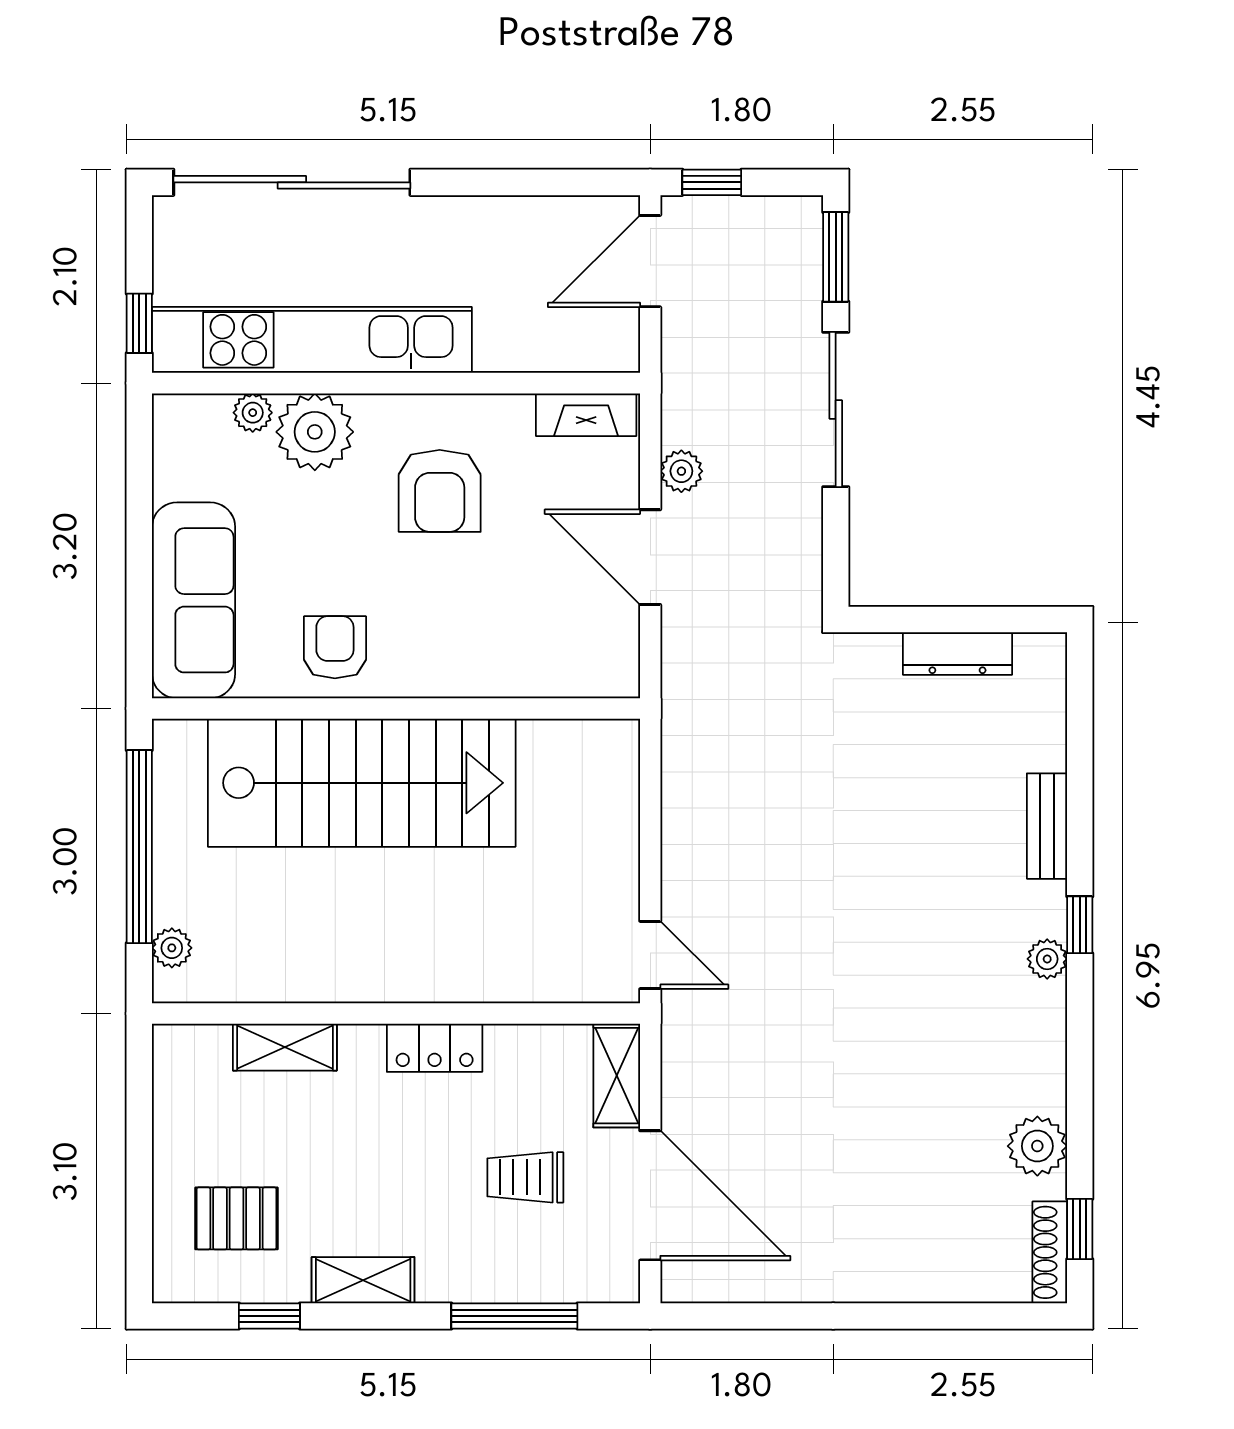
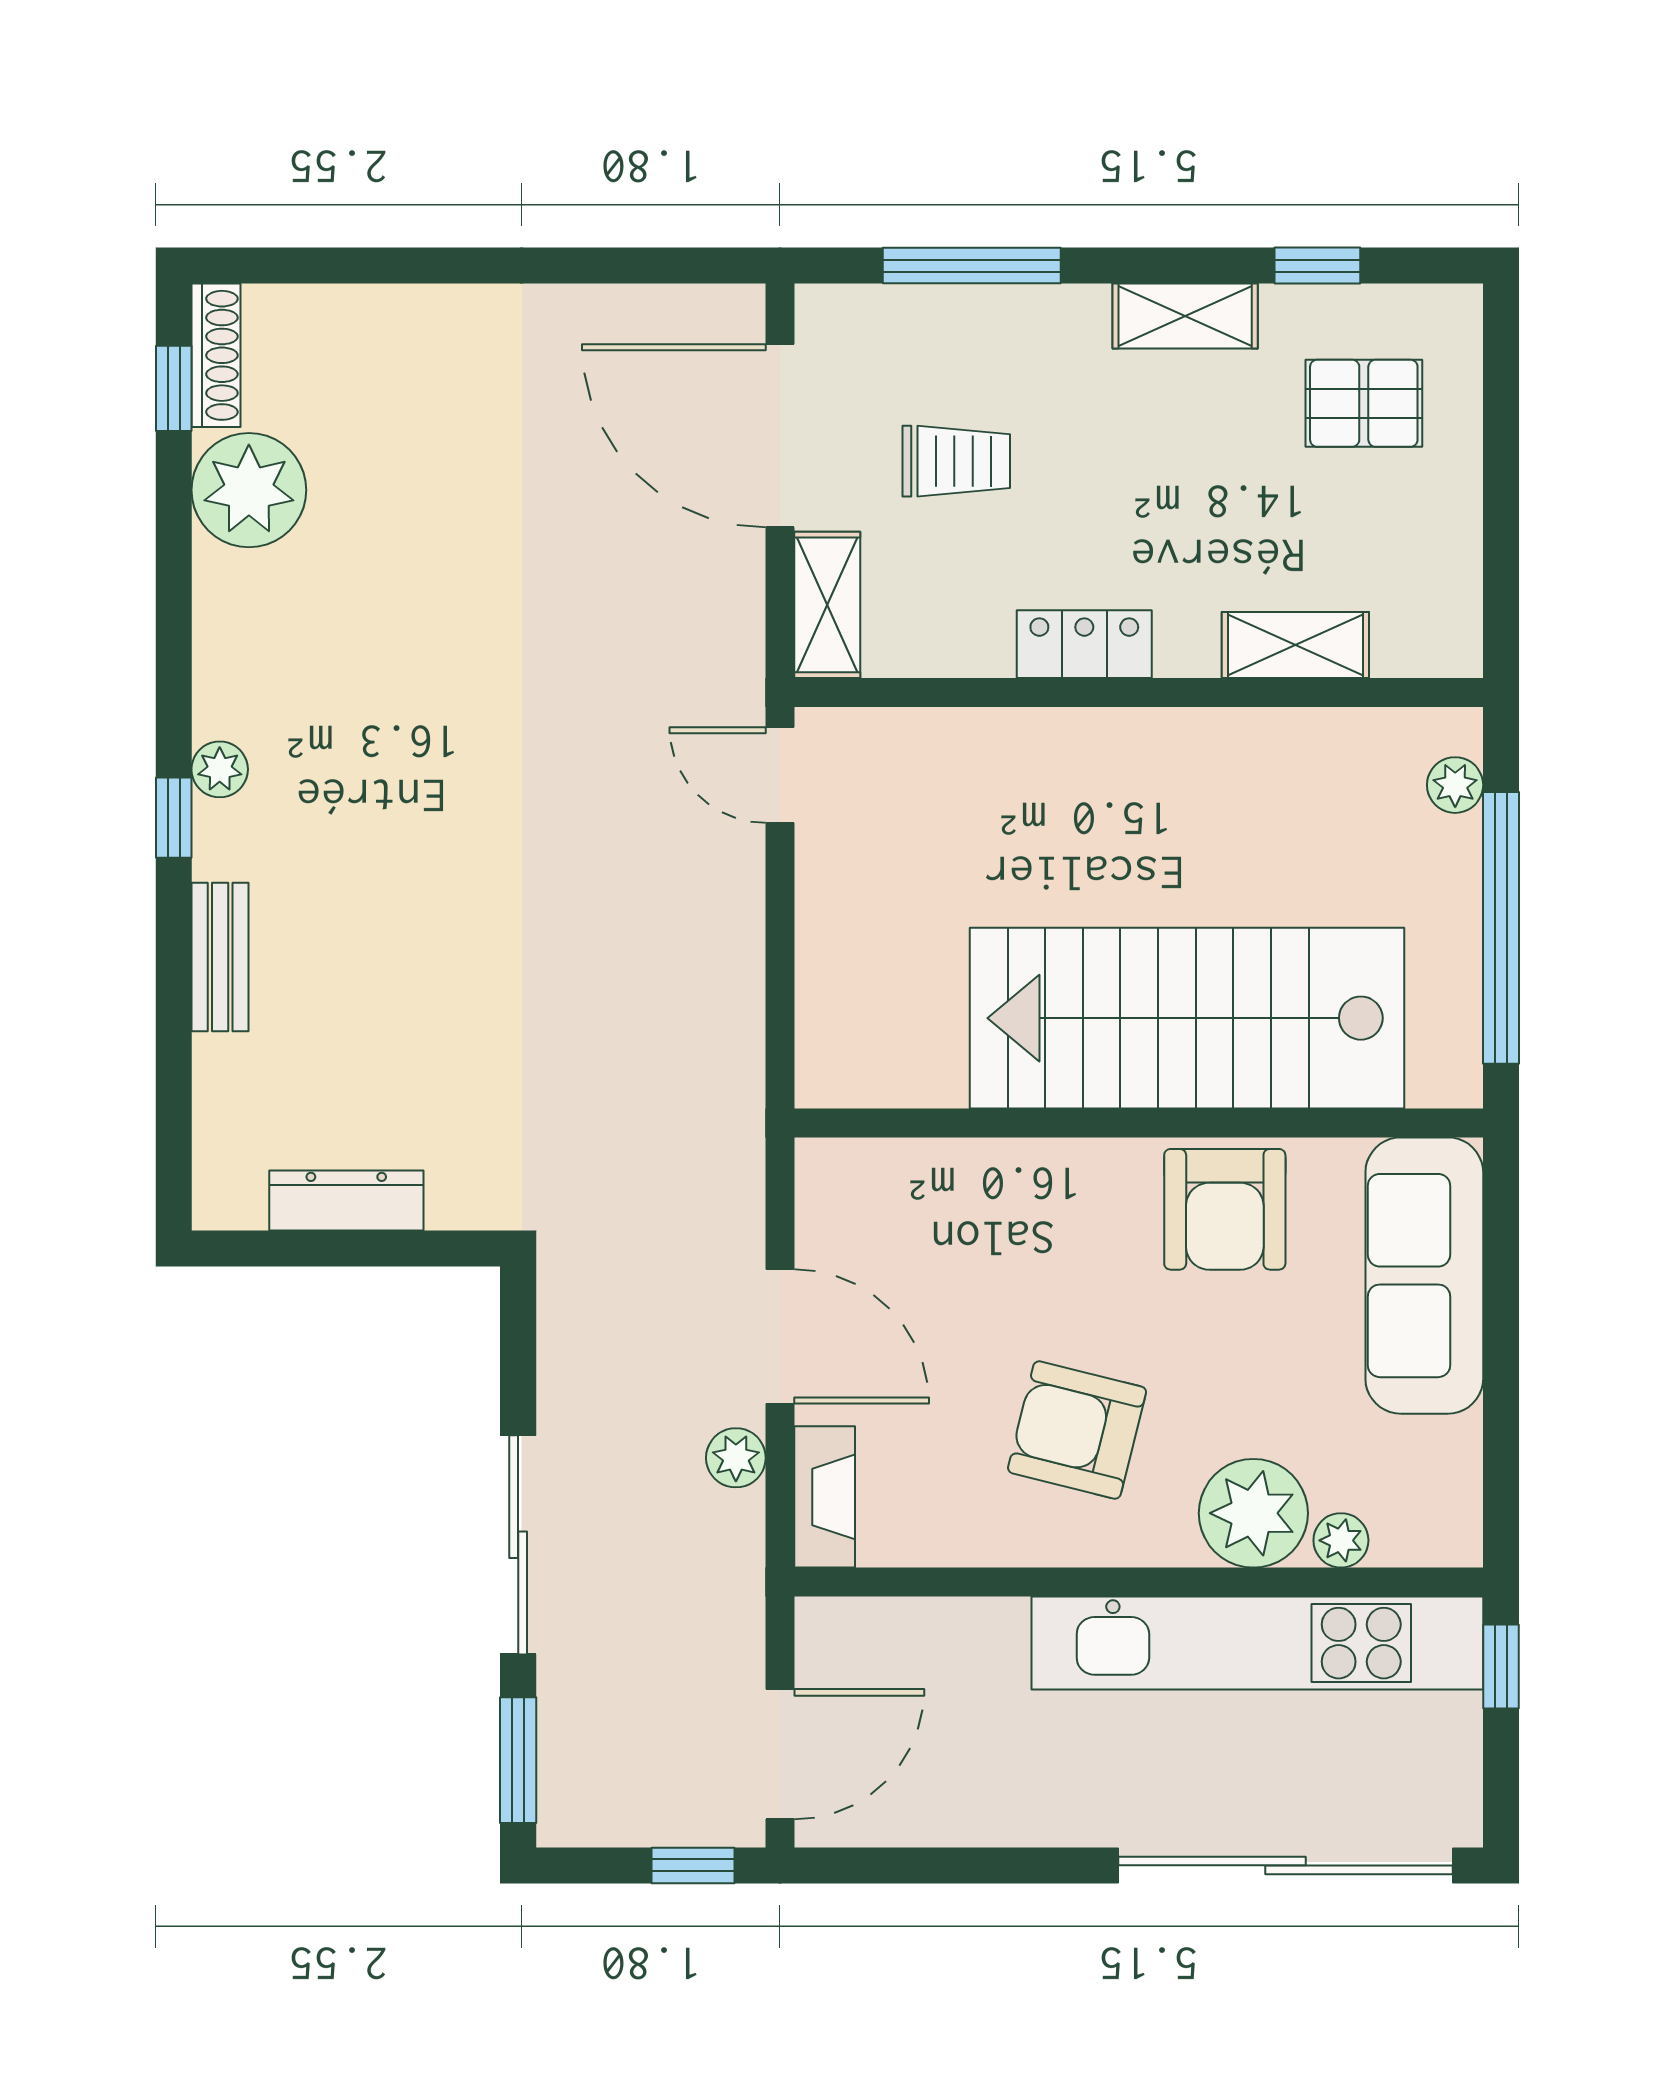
fireplace: (586, 415) -> (825, 1497), moved, turned 90
armchair: (440, 491) -> (1077, 1430), turned -76
armchair: (335, 647) -> (1225, 1209), width x1.38, depth x1.38
plant: (1037, 1146) -> (249, 490), width x1.36, depth x1.36

